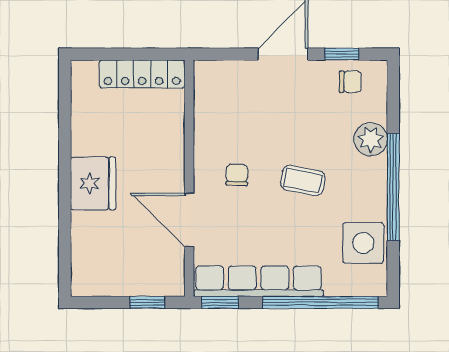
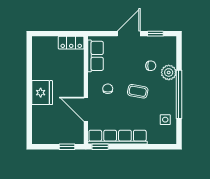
locker: (142, 74) -> (71, 43), width x0.66
chair: (350, 82) -> (151, 66), moved
row of seats: (210, 103) -> (95, 56), added
side table: (363, 243) -> (165, 120), width x0.54, depth x0.54
window: (321, 302) -> (146, 147), removed

